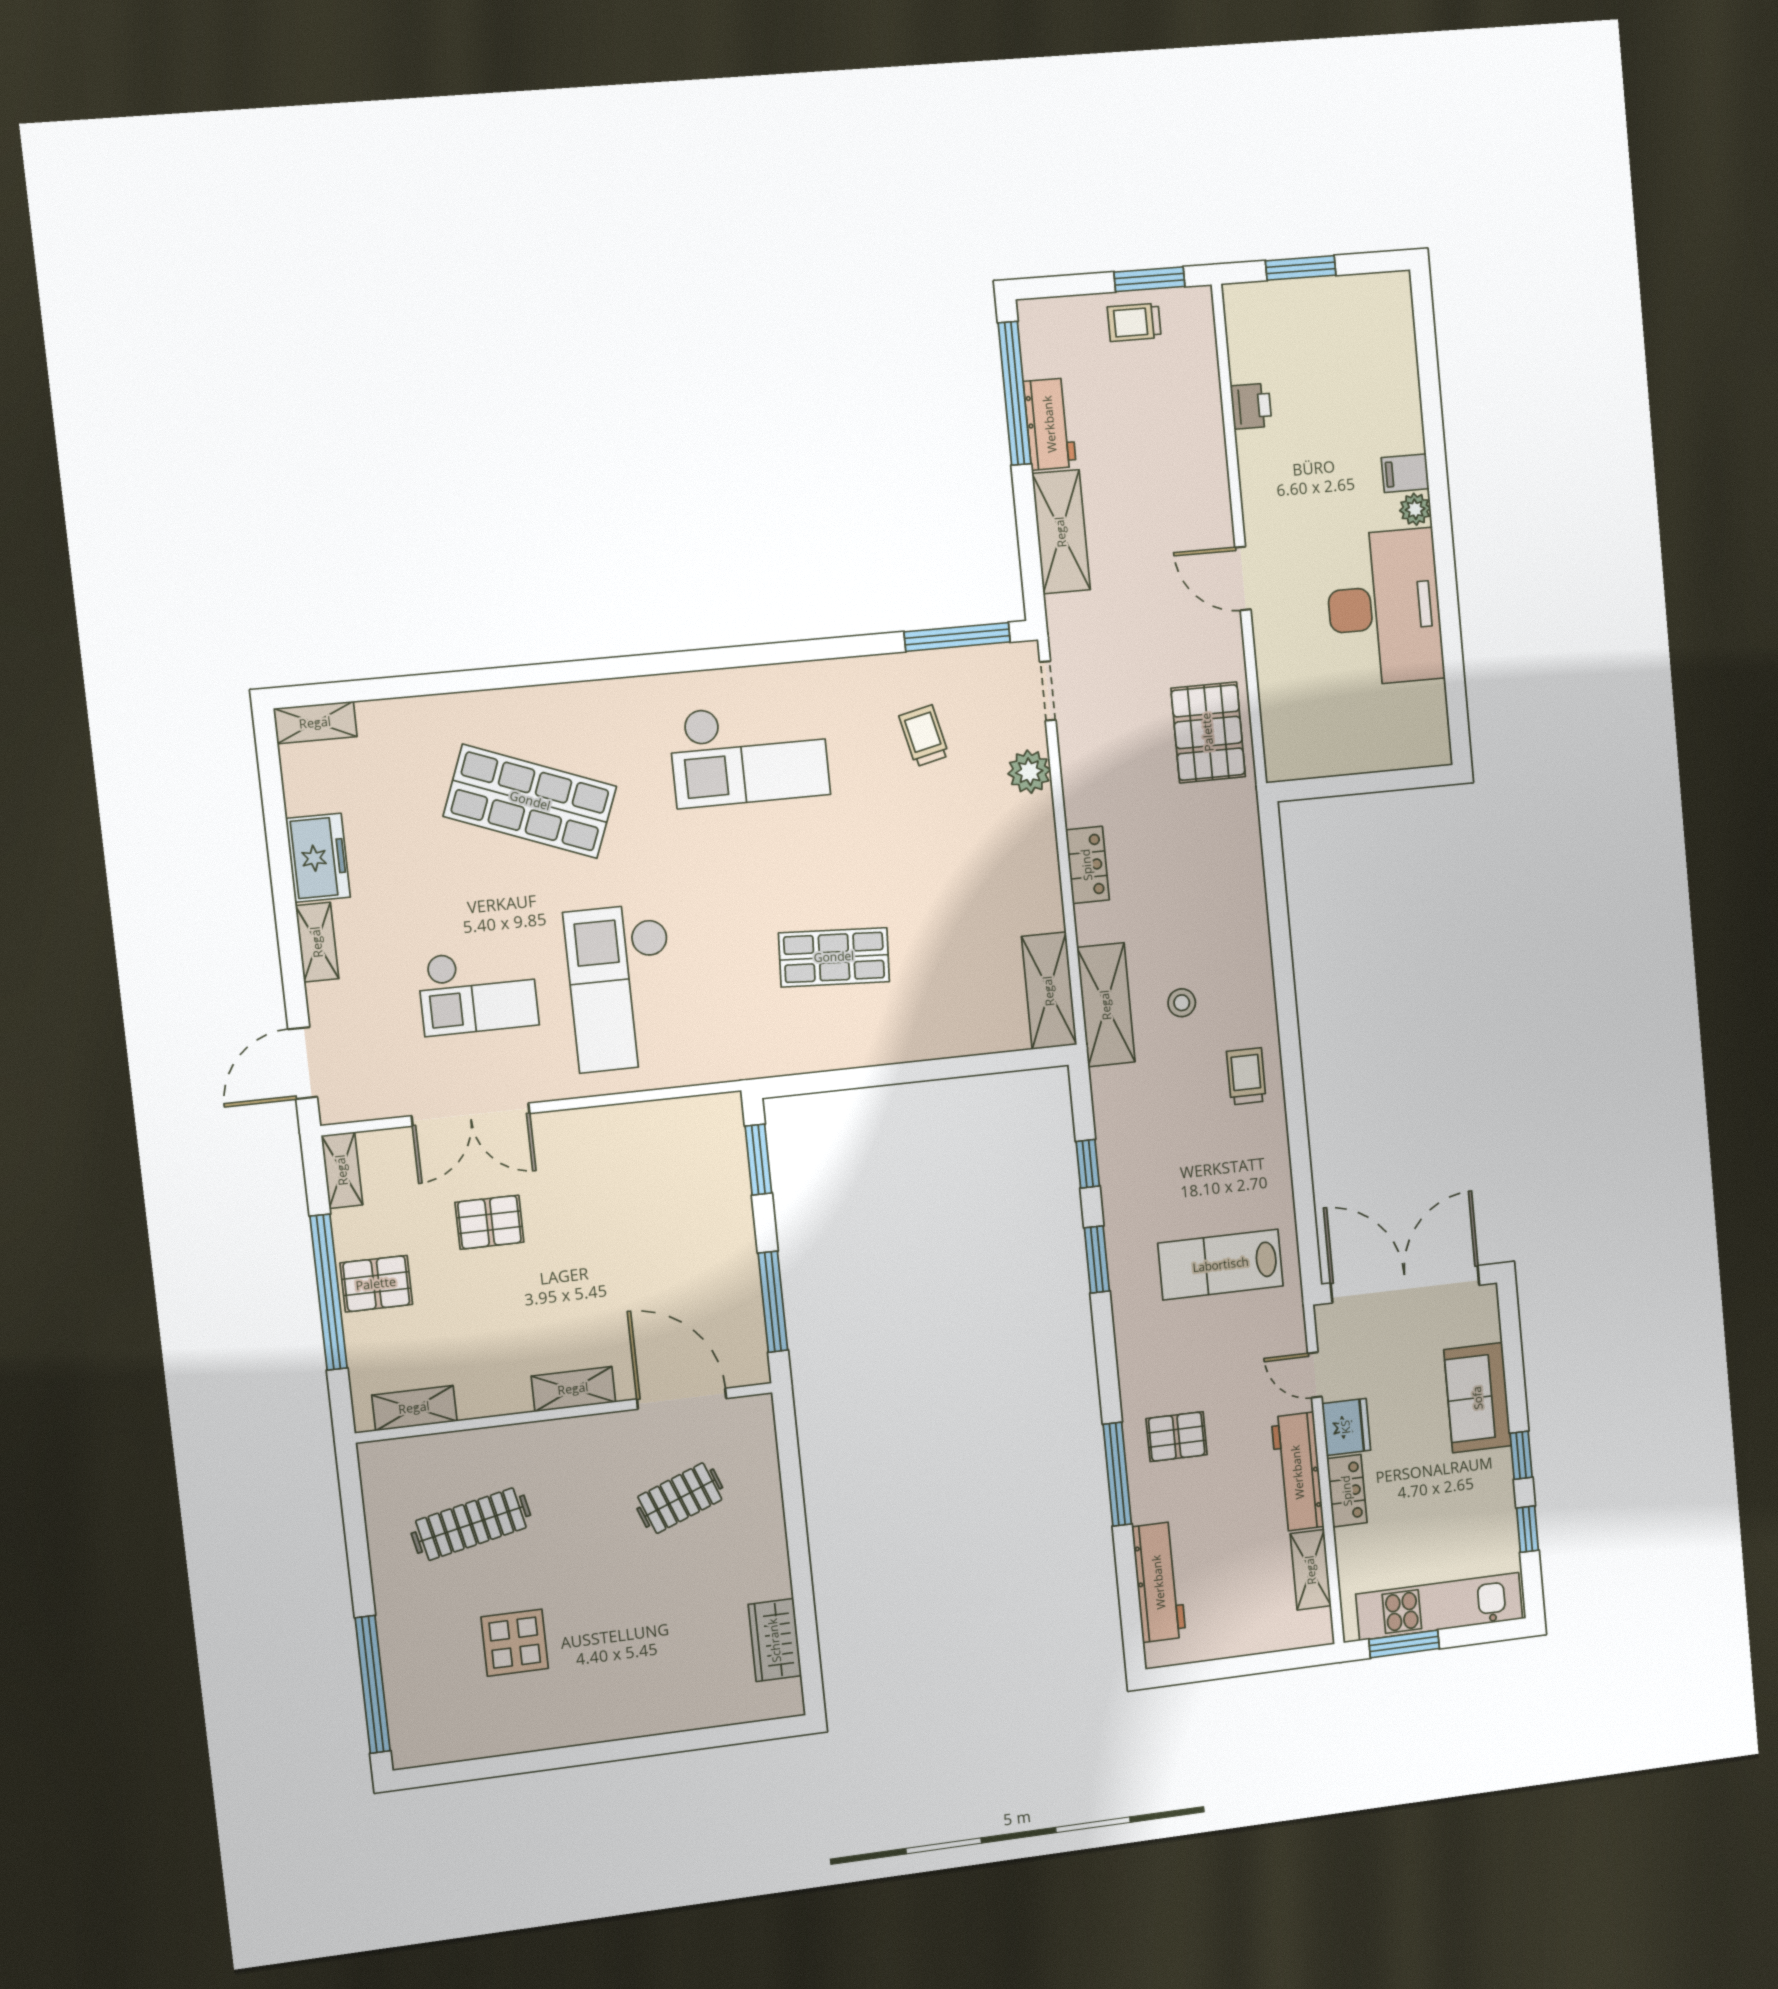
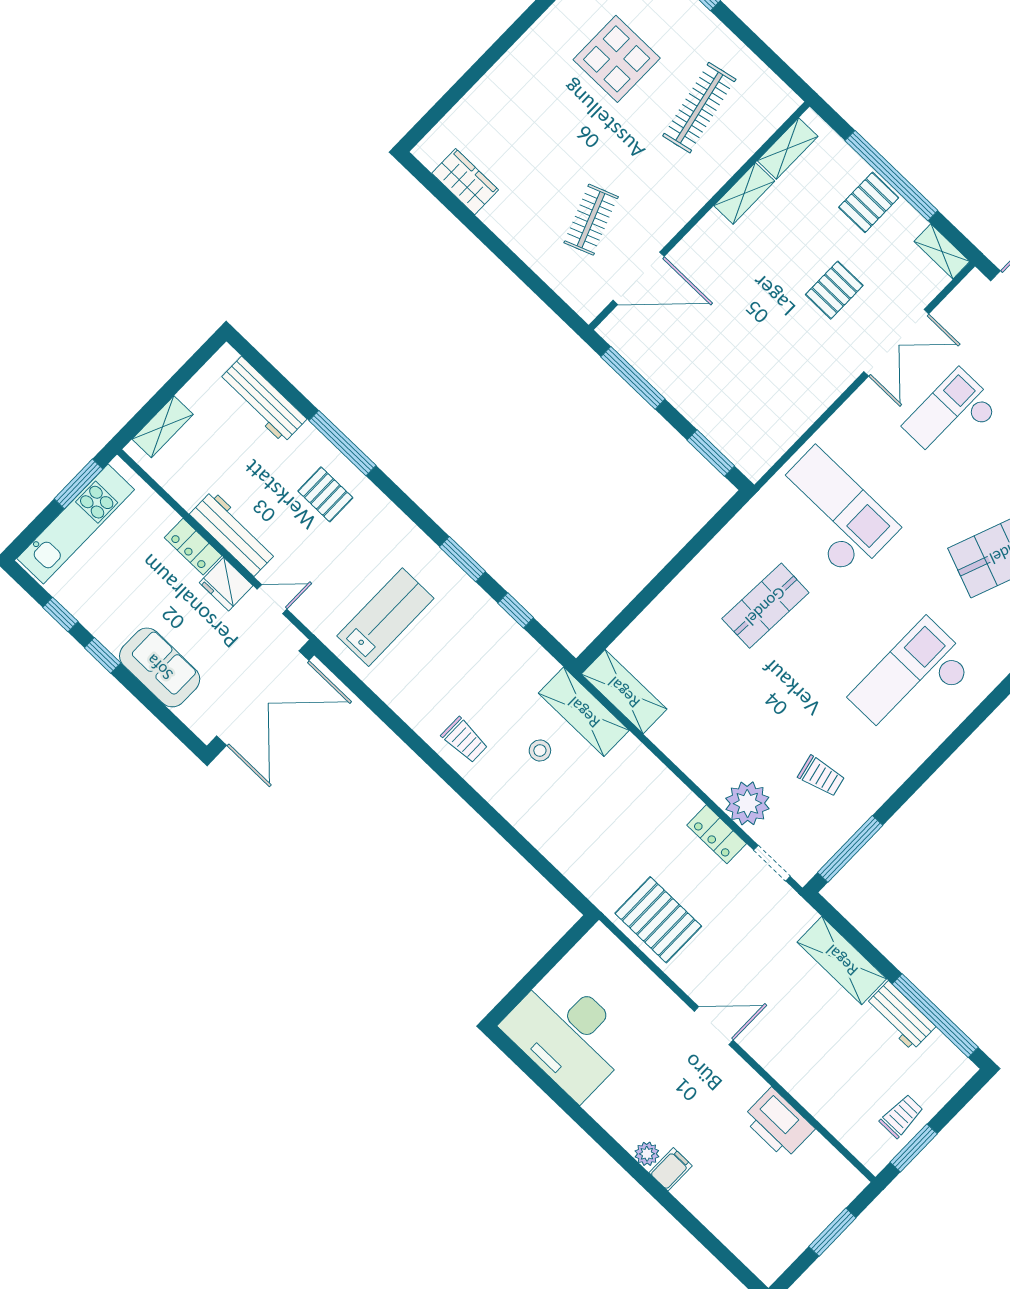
printer: (1251, 406) -> (778, 1123), width x1.87, depth x1.48
desk: (1384, 607) -> (568, 1035), moved
plant: (1029, 772) -> (747, 803), width x1.36, depth x1.36
locker: (1087, 865) -> (717, 834), moved
checkout: (622, 988) -> (833, 513), moved
double door: (471, 1115) -> (896, 343), swing flipped
shelving: (573, 1389) -> (744, 193), moved
pallet: (1177, 1437) -> (325, 494), turned 90
shelving: (1311, 1570) -> (163, 427), moved, turned 90
display table: (515, 1643) -> (617, 59), width x1.36, depth x1.36

